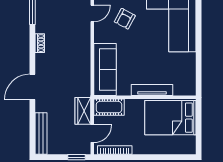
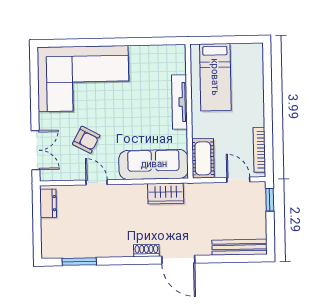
door: (92, 13) -> (97, 182), moved
shoe rack: (40, 43) -> (146, 251), moved
wardrobe: (83, 111) -> (166, 193), moved
bed: (170, 118) -> (215, 77), width x0.67

